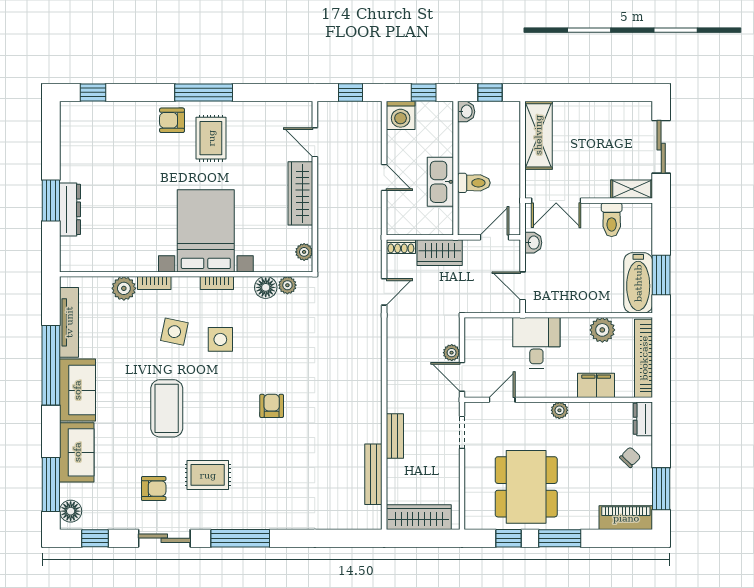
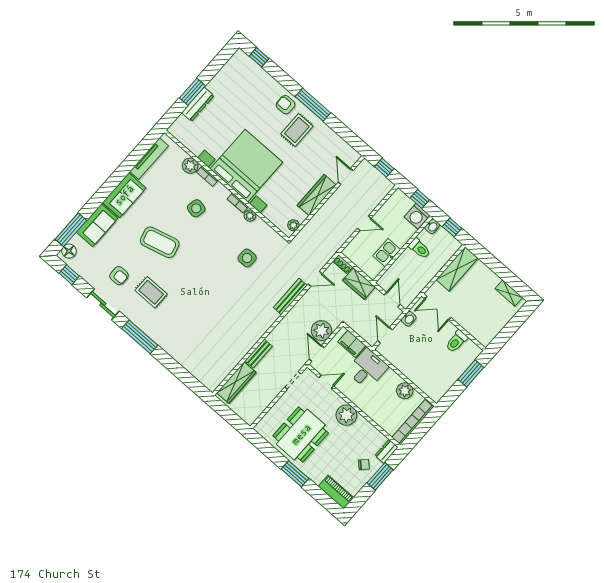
washing machine: (401, 115) -> (417, 216), moved
sliding door: (661, 147) -> (512, 327), removed
door: (384, 178) -> (364, 223), hinge flipped
kitchen sink: (440, 182) -> (387, 253), width x0.73
toilet: (474, 183) -> (419, 248), moved
shelving: (632, 189) -> (509, 293), moved
bed with nightstands: (206, 231) -> (246, 166), width x1.36
door: (495, 237) -> (392, 300), hinge flipped
window: (661, 275) -> (471, 373), moved
bathtub: (638, 283) -> (442, 383), removed
plant: (287, 285) -> (250, 216), moved
floor lamp: (266, 287) -> (260, 226), removed
side table: (220, 339) -> (247, 258), moved
plant: (452, 353) -> (321, 331), width x1.87, depth x1.87
window: (51, 365) -> (122, 172), removed
filing cabinet: (596, 385) -> (352, 344), moved, turned 180
armchair: (272, 406) -> (212, 286), removed
coffee table: (167, 408) -> (160, 242), turned 75
plant: (559, 410) -> (346, 415), width x1.88, depth x1.88
bench: (373, 474) -> (290, 297), moved
window: (661, 489) -> (380, 476), moved
wardrobe: (419, 517) -> (236, 383), moved, turned 90
window: (508, 538) -> (270, 452), removed

